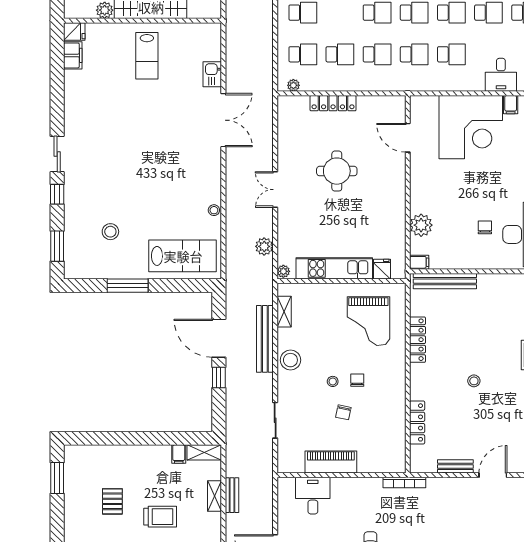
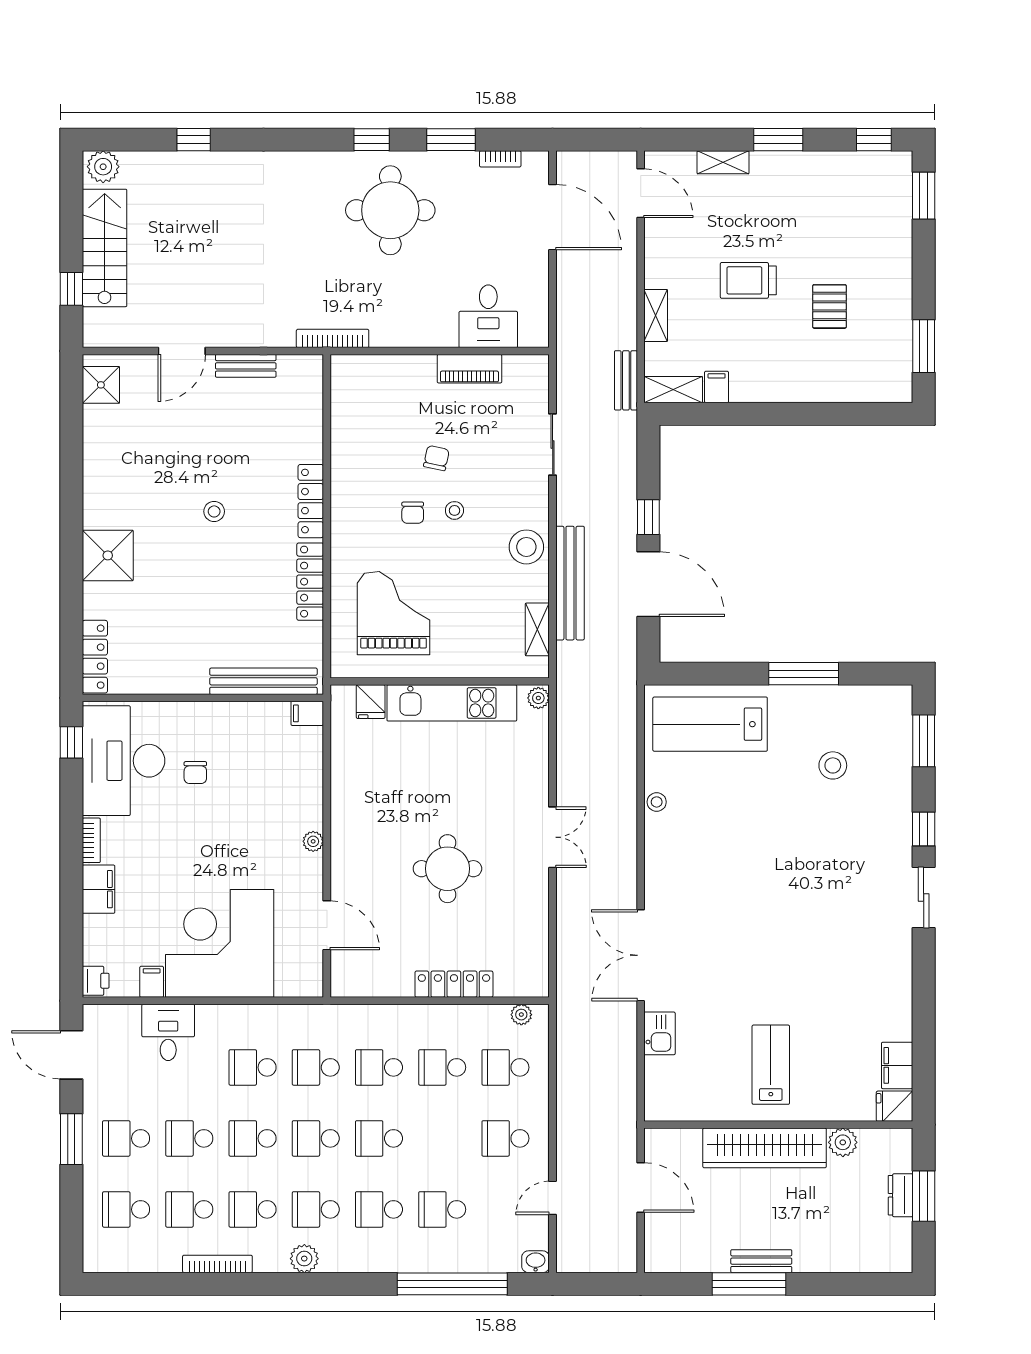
plant: (421, 225) -> (313, 841), moved, width x0.53, depth x0.53
plant: (264, 246) -> (571, 740), removed
locker: (417, 422) -> (311, 501), moved
piano: (331, 462) -> (469, 369), width x0.73, depth x0.75
bench: (232, 495) -> (626, 380), moved

